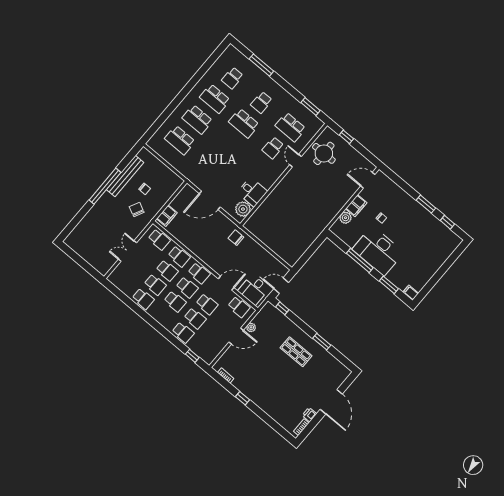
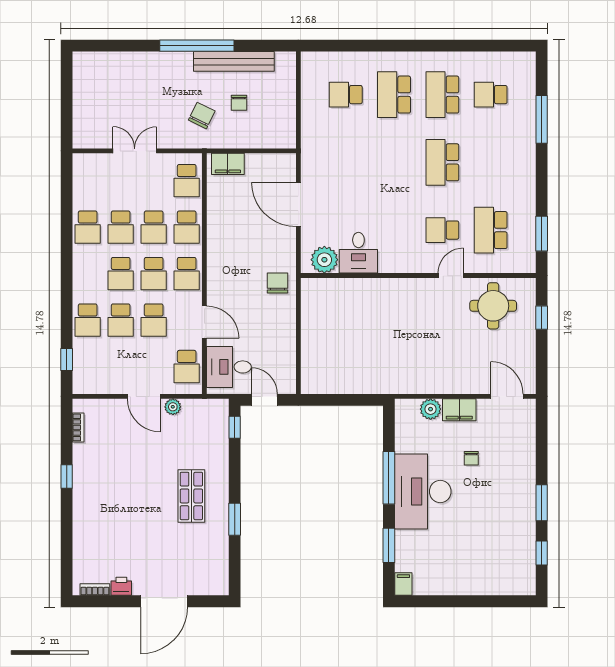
school desk: (261, 102) -> (491, 162), removed
school desk: (180, 140) -> (346, 95), width x0.54

